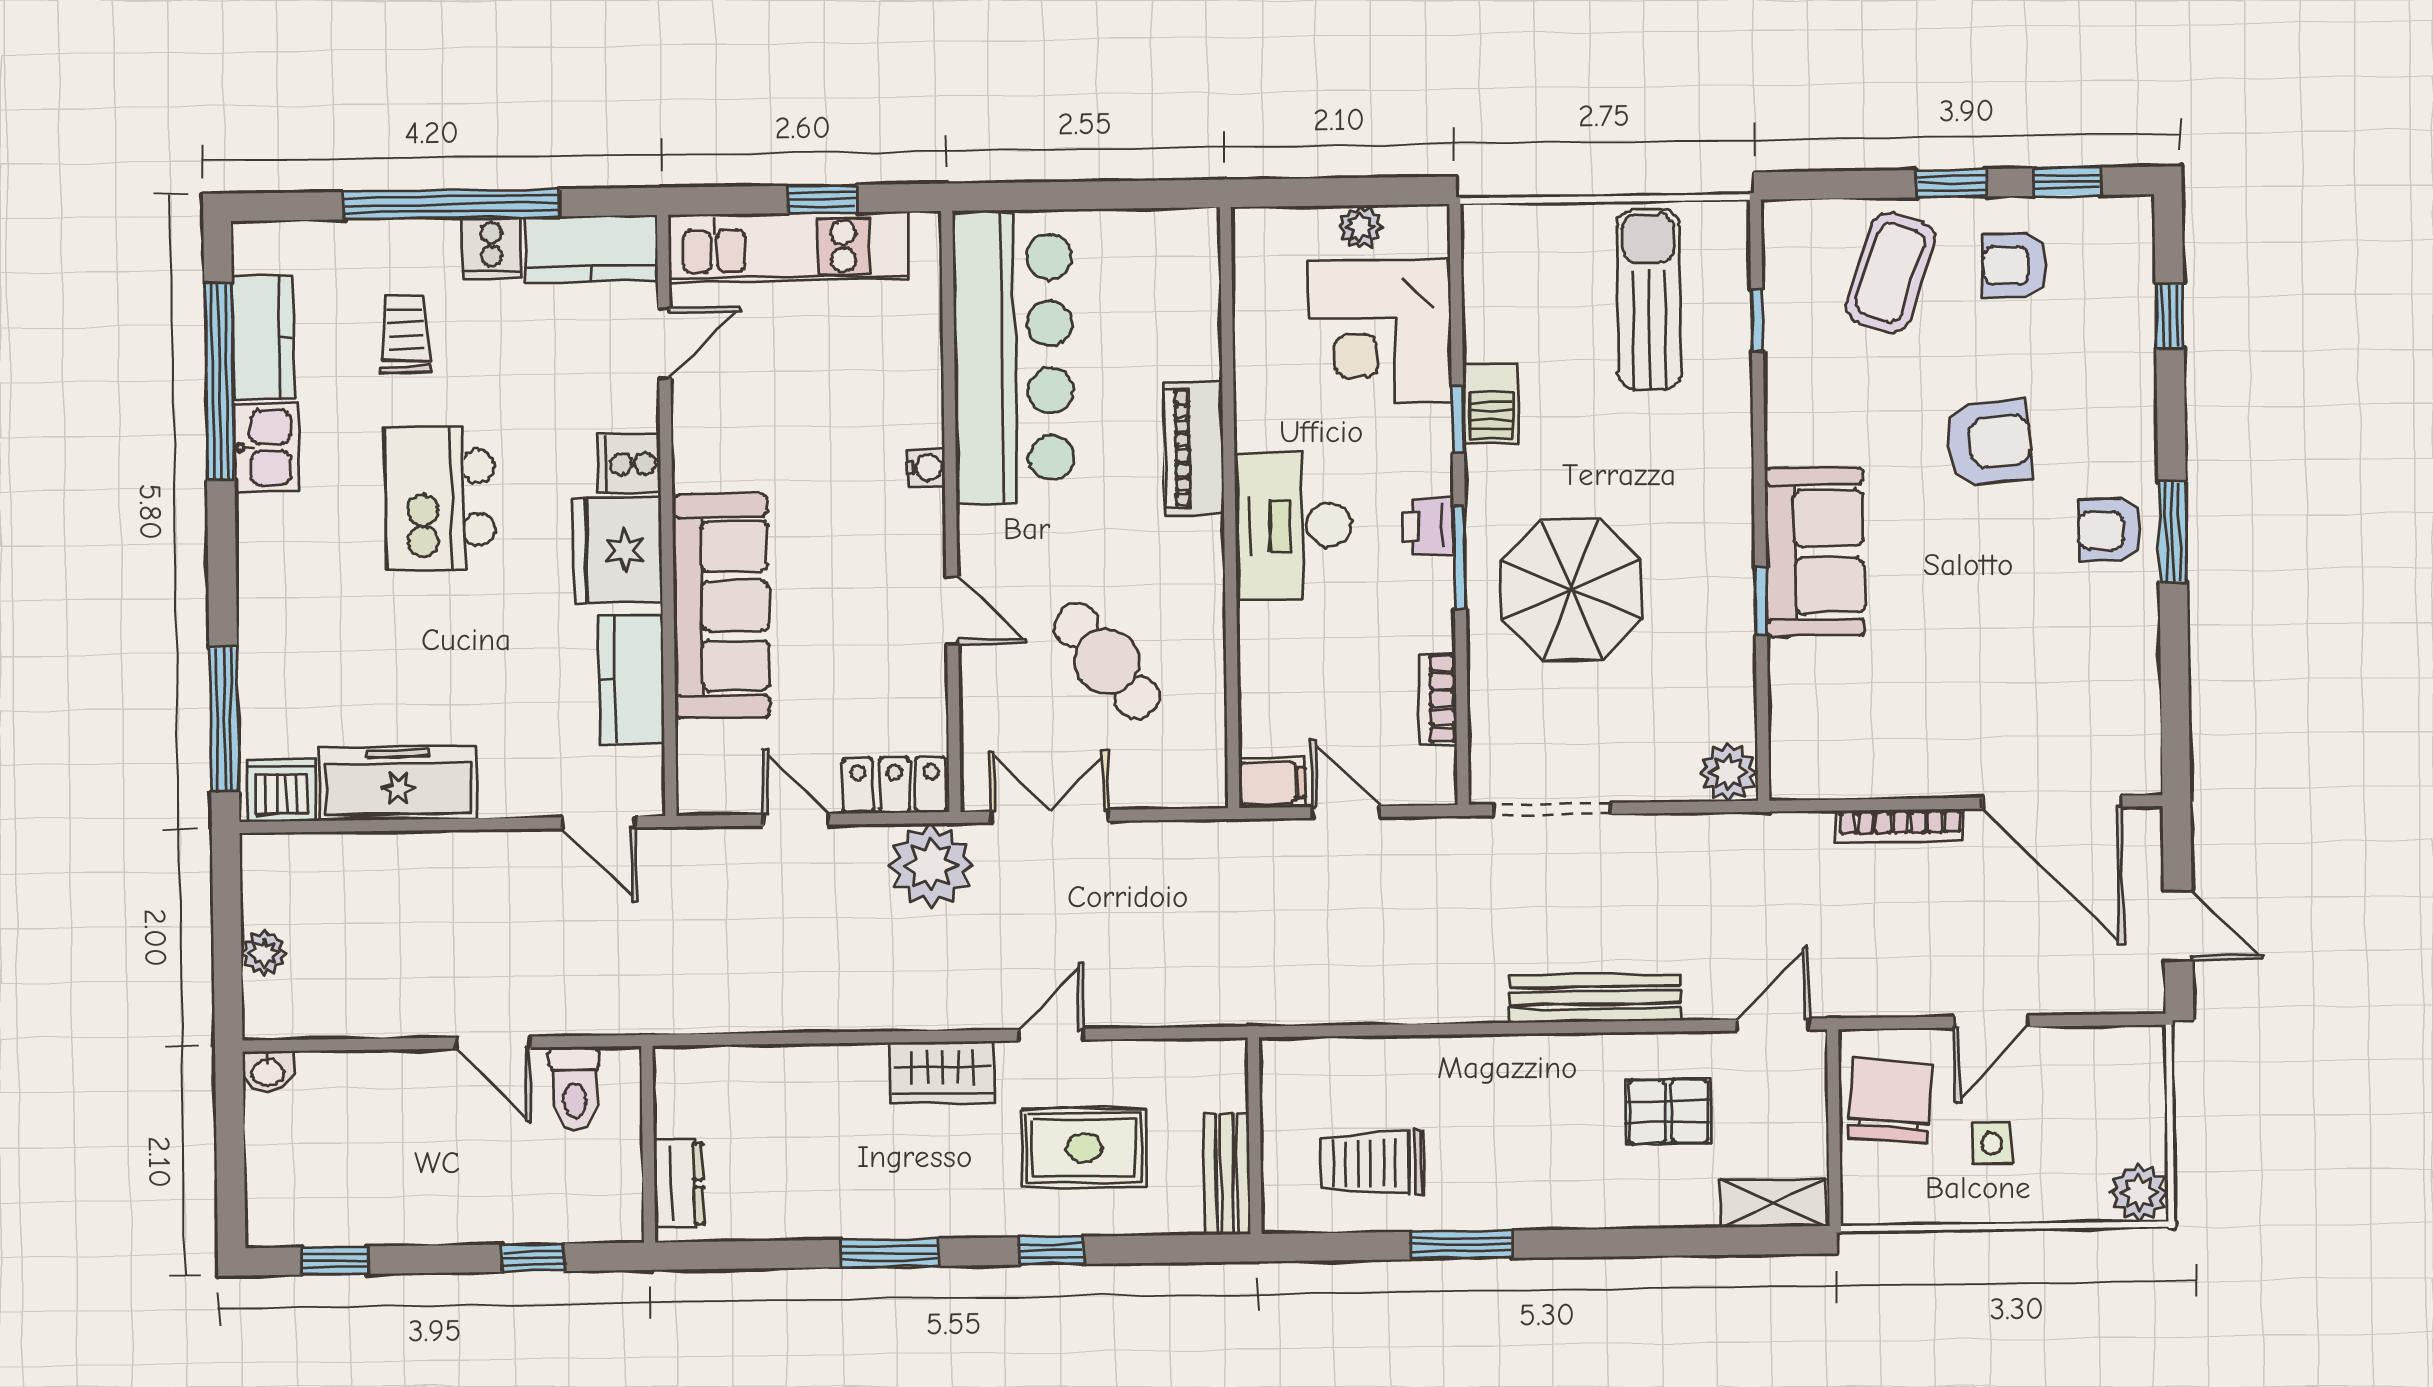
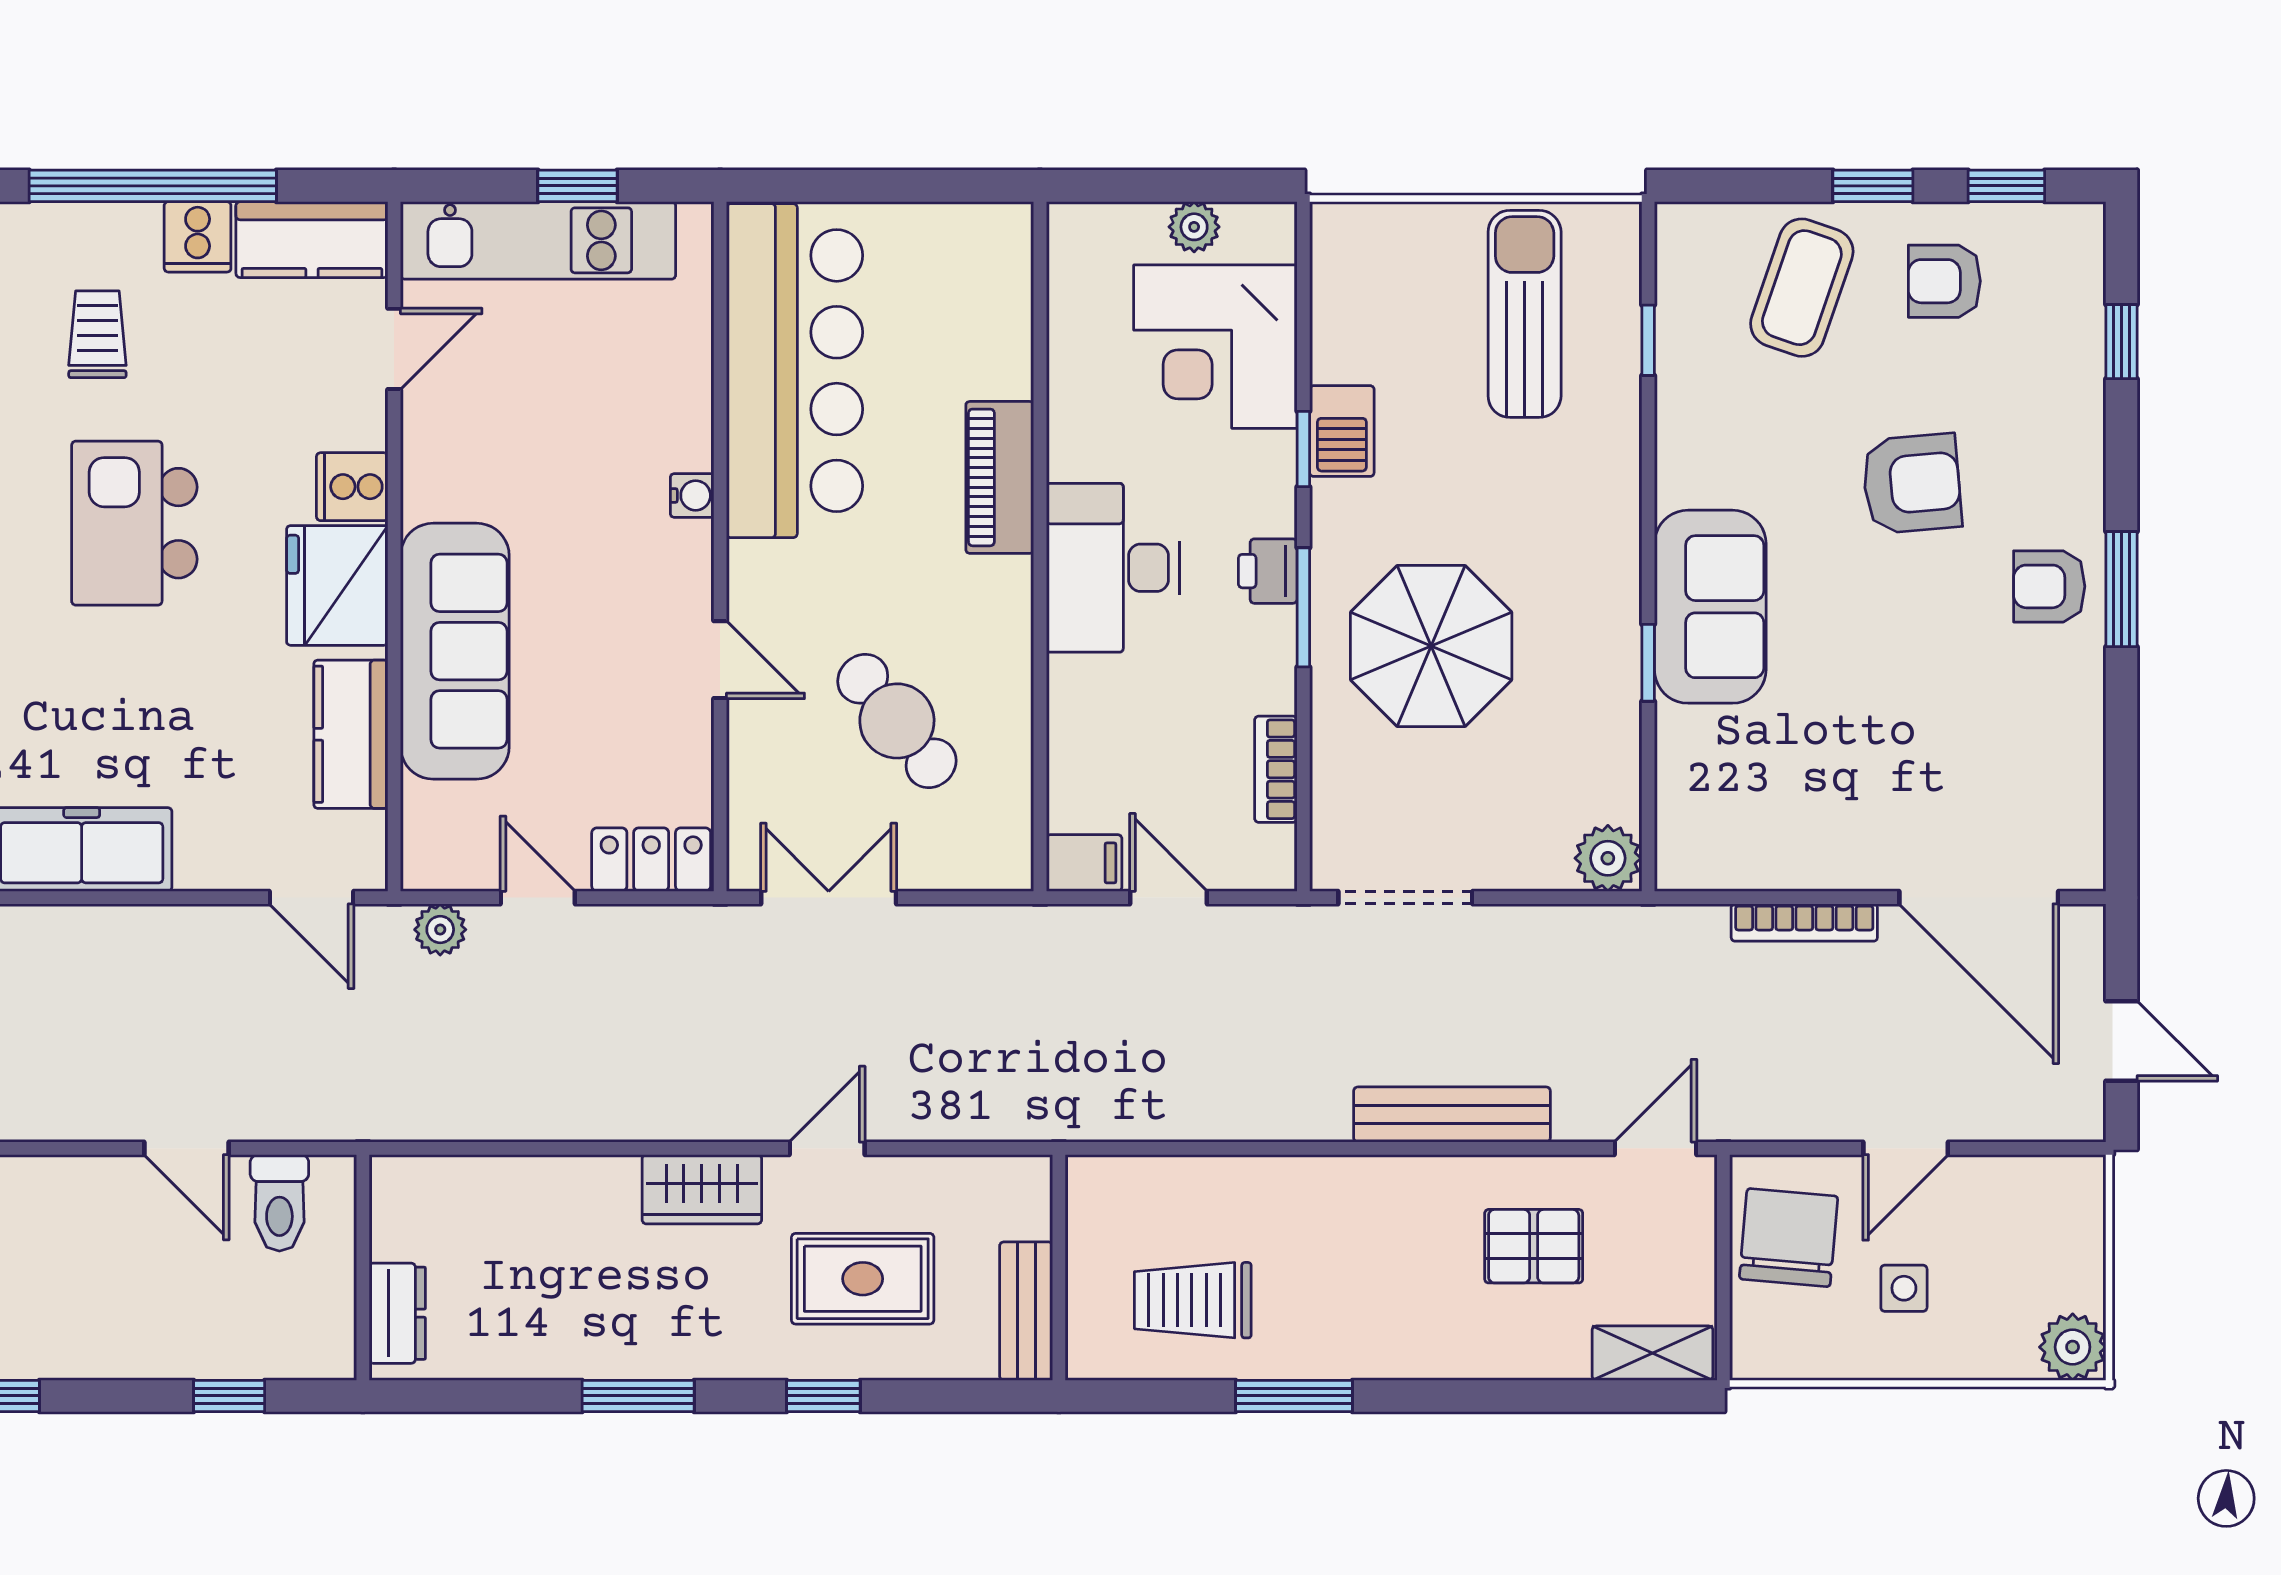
plant: (931, 865) -> (440, 930), moved, width x0.53, depth x0.53

